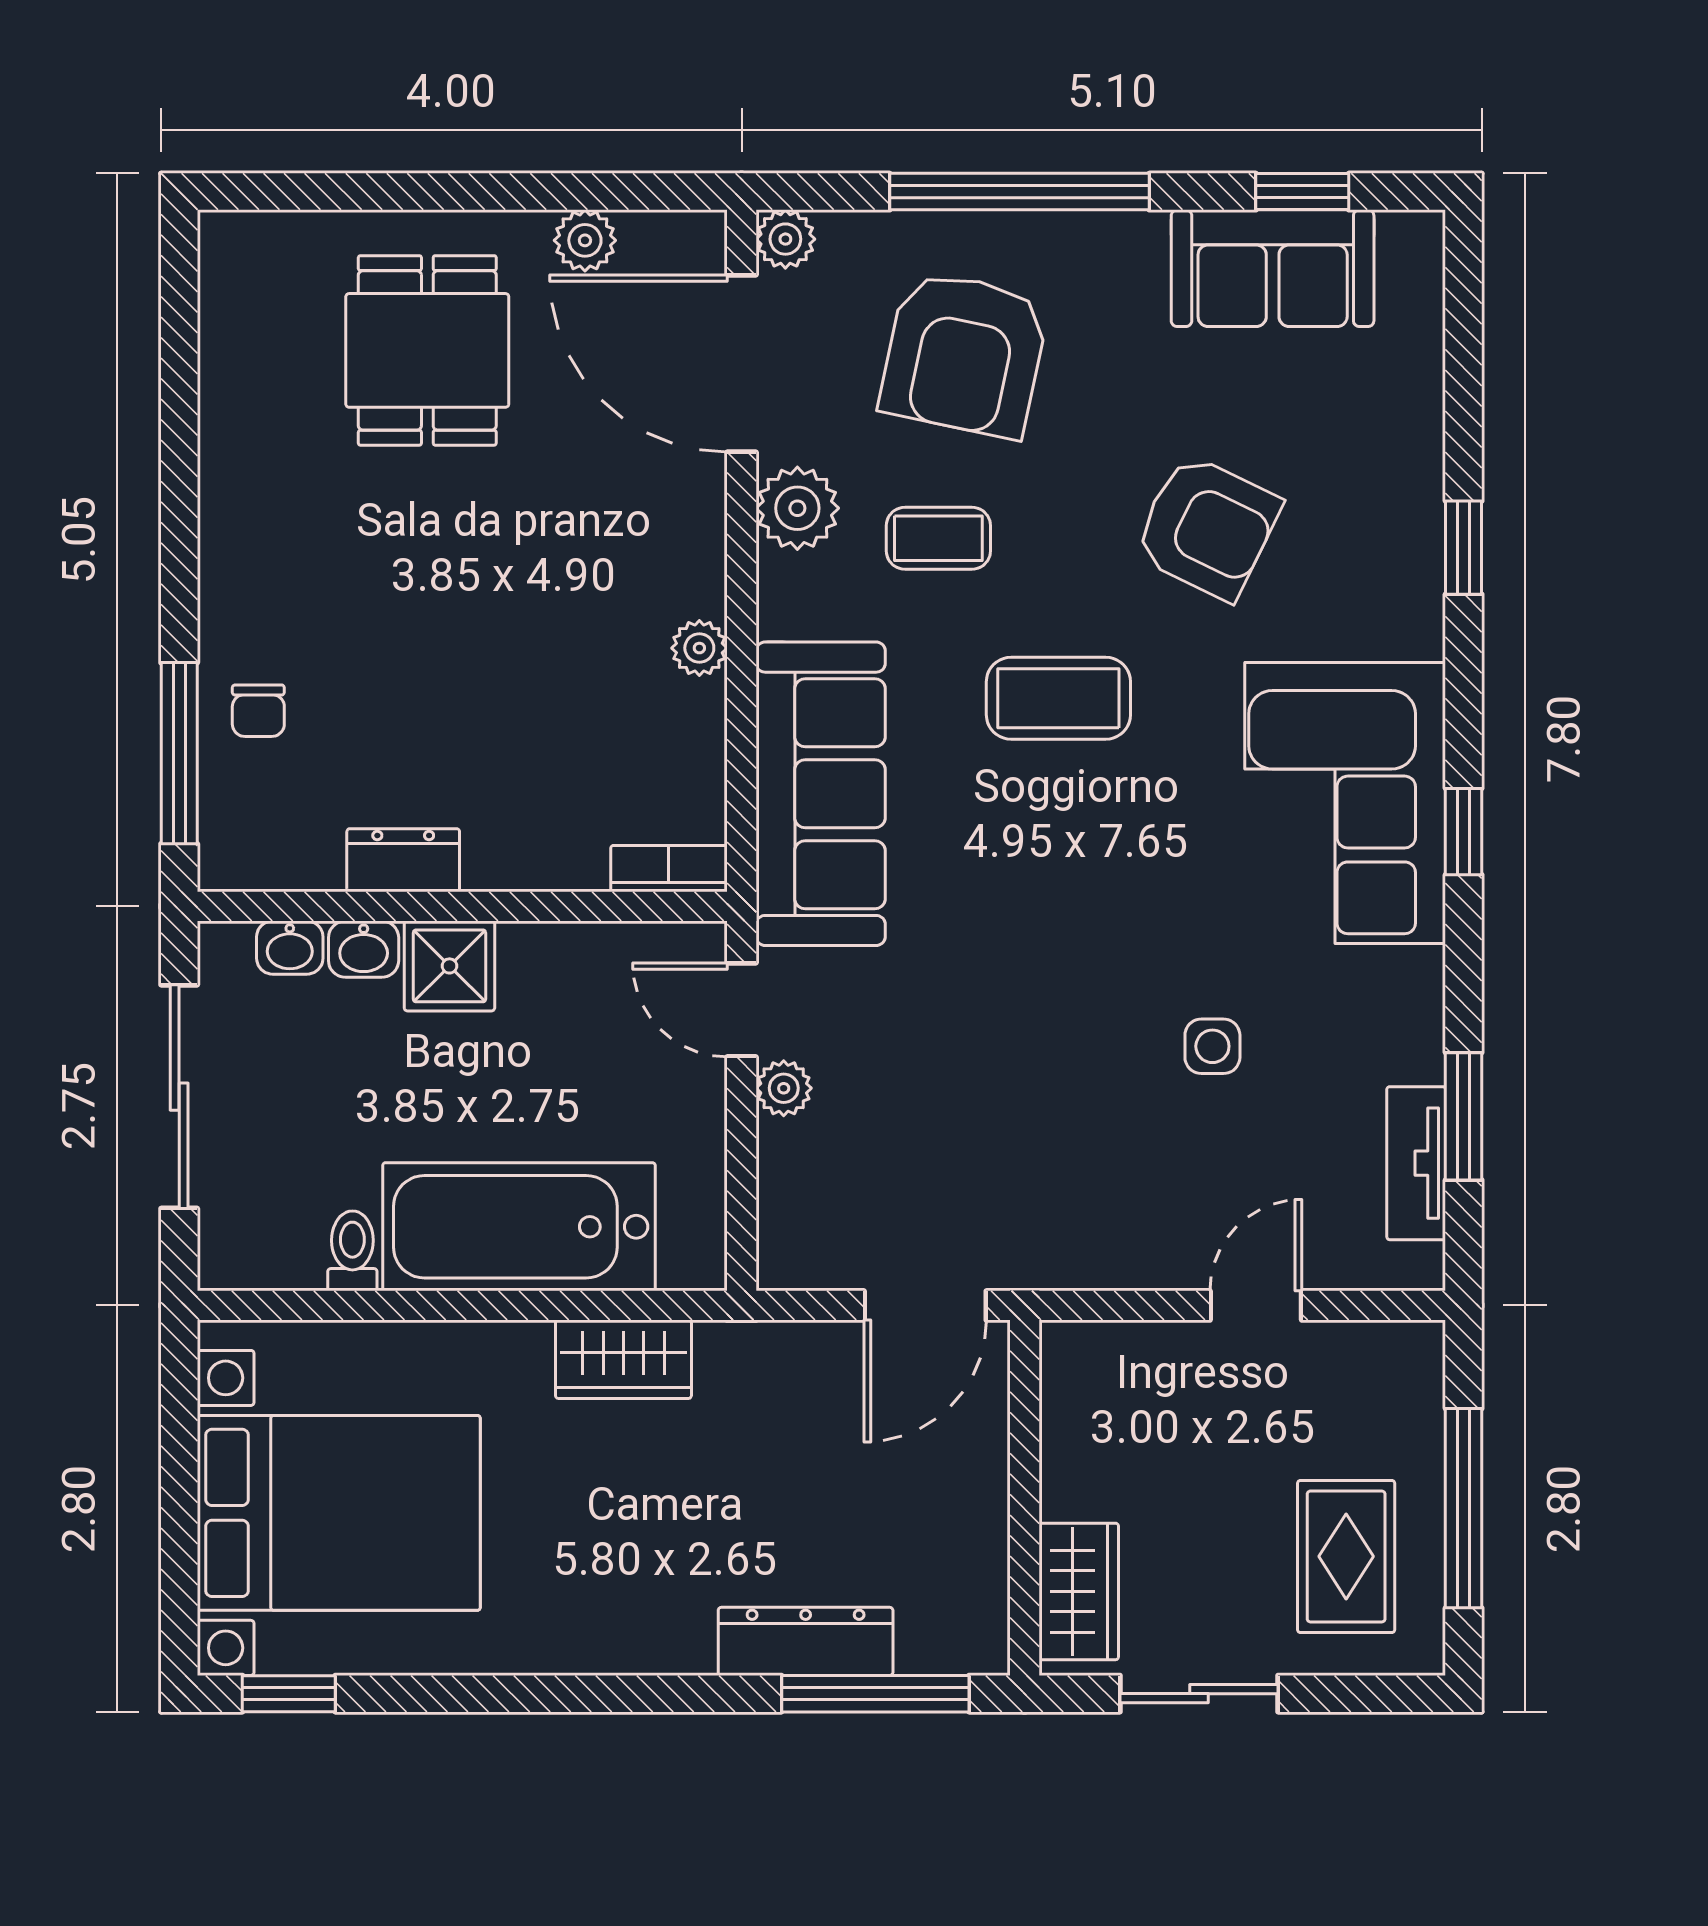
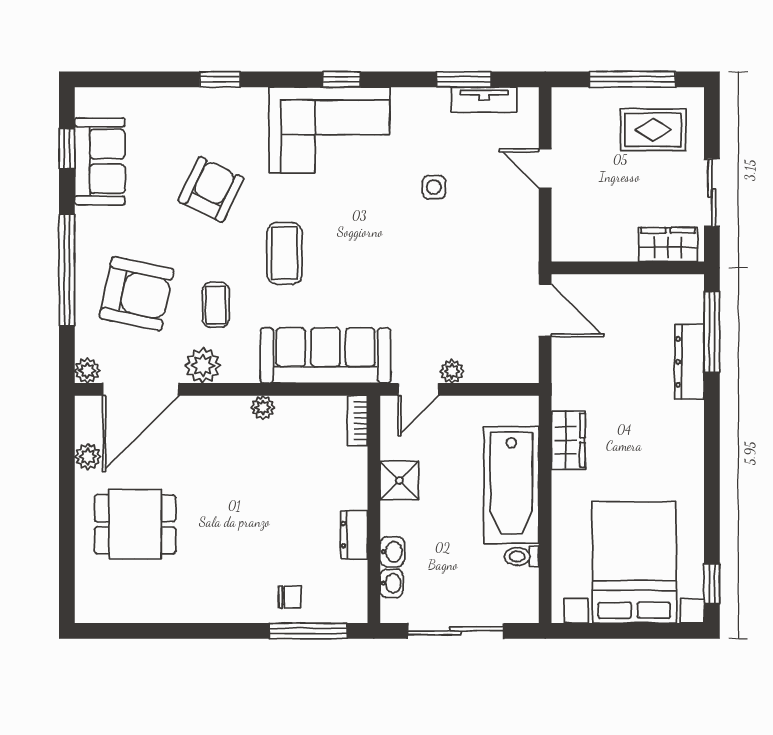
shower: (449, 966) -> (399, 480), moved

